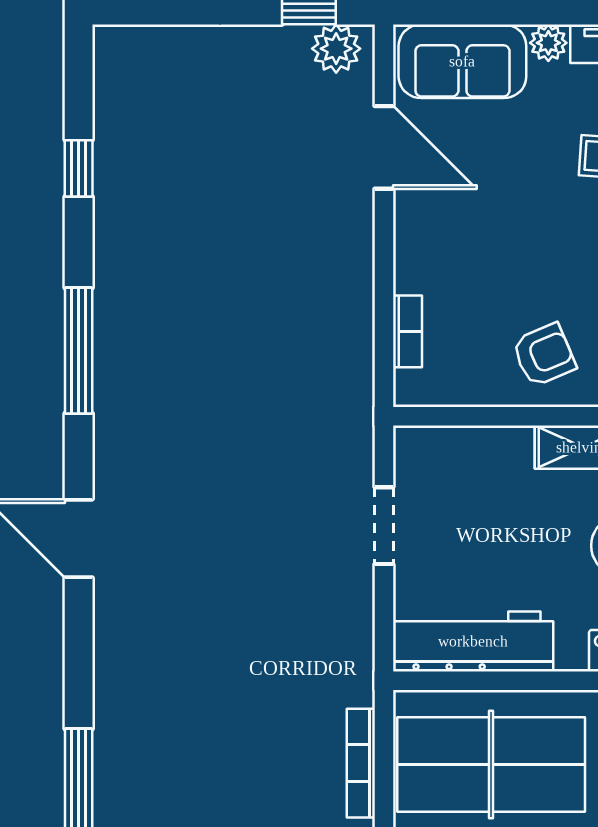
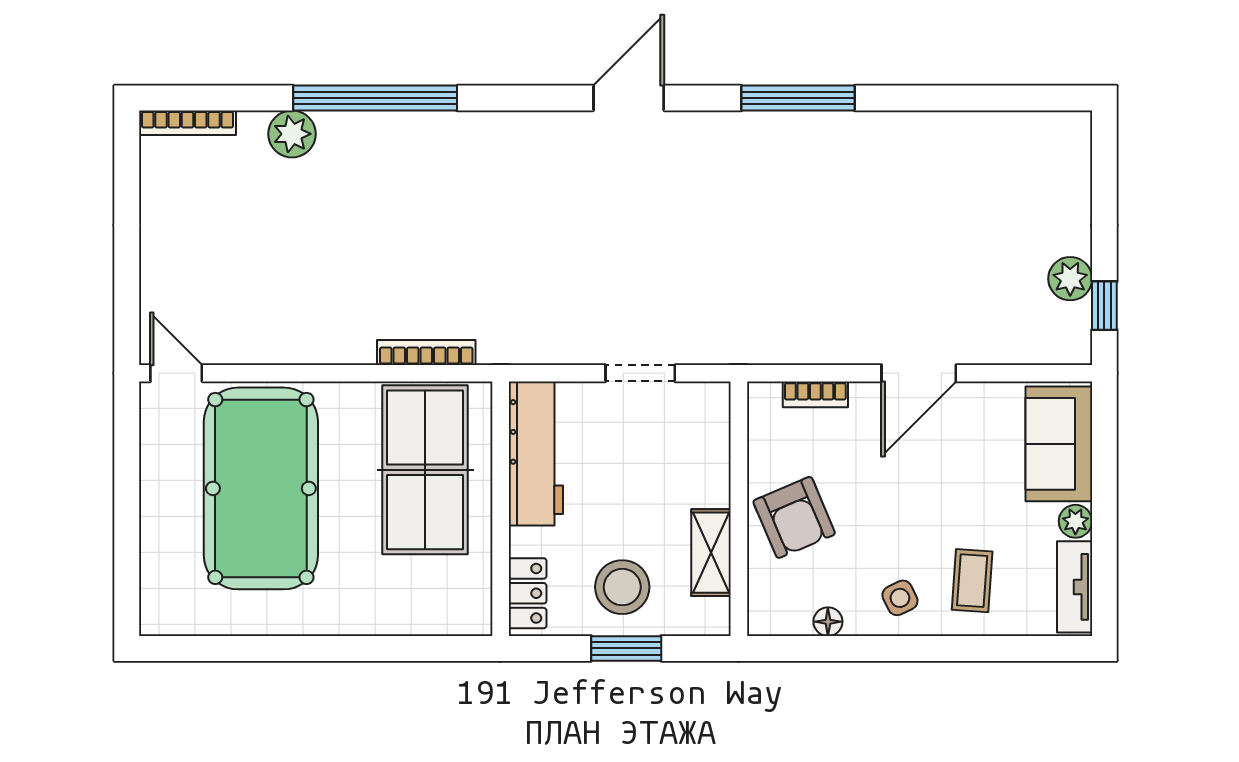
plant: (336, 49) -> (1070, 279), moved
door: (384, 147) -> (919, 373), moved
window: (79, 168) -> (962, 98), removed
armchair: (544, 355) -> (794, 517), width x1.38, depth x1.38

